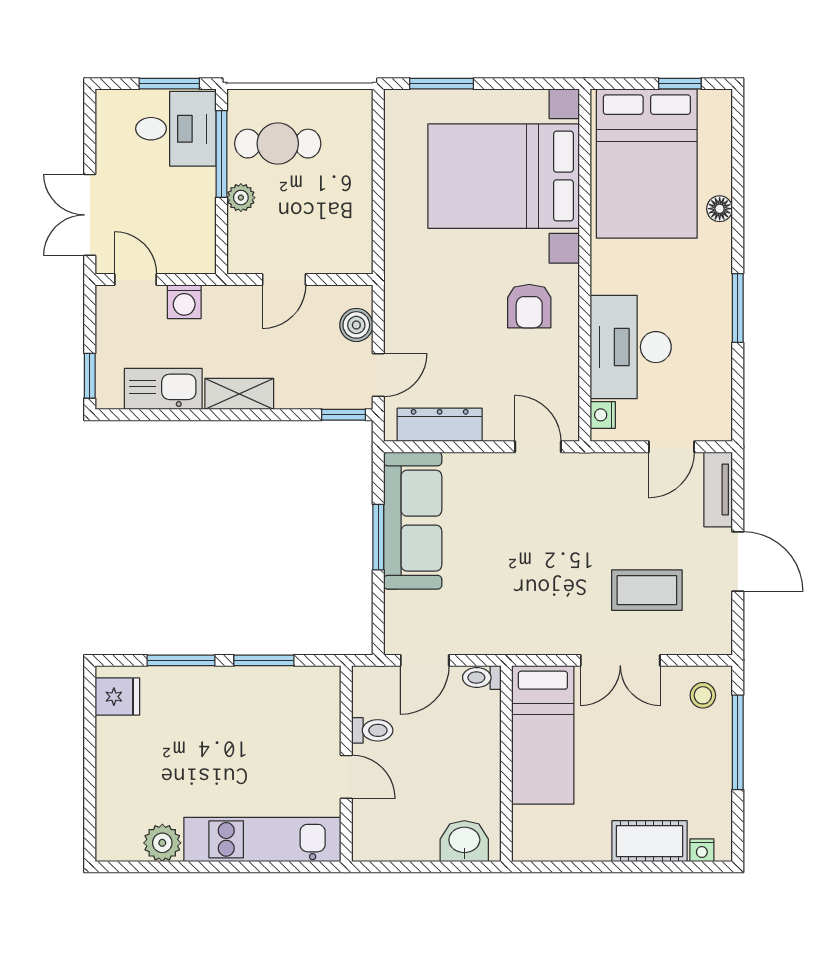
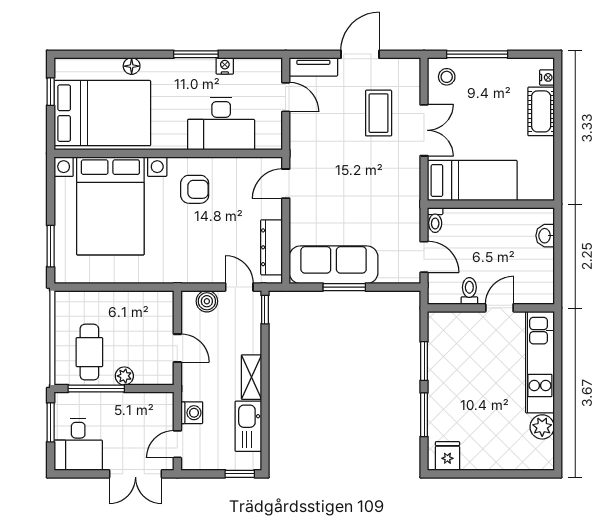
desk: (176, 129) -> (78, 444), moved, turned 180
nightstand: (603, 415) -> (225, 66), moved, turned 180
washbasin: (464, 841) -> (545, 236), width x0.72, depth x0.69

